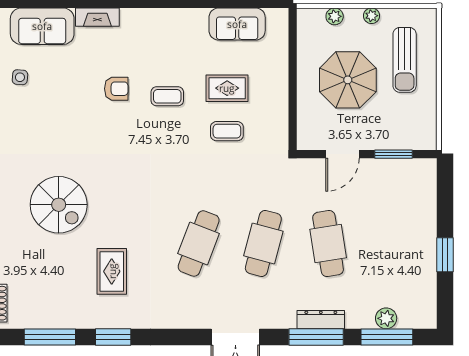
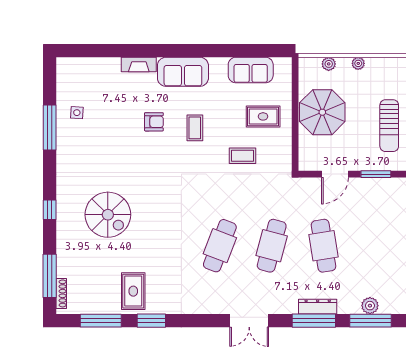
sofa: (42, 26) -> (183, 72), moved
sun lounger: (405, 60) -> (389, 126), moved
parasol: (348, 80) -> (322, 112), moved
rug: (227, 88) -> (263, 116), moved
coffee table: (167, 96) -> (195, 128), turned 90
rug: (112, 271) -> (133, 291), moved

